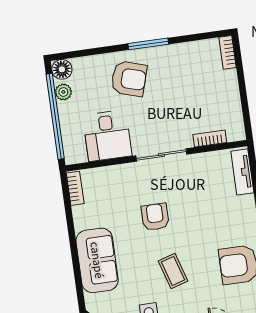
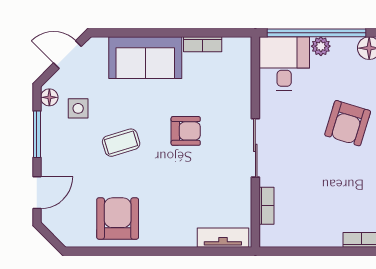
plant: (63, 92) -> (321, 46), moved
desk: (107, 136) -> (284, 64), moved, turned 90
bookcase: (75, 188) -> (203, 44), moved

